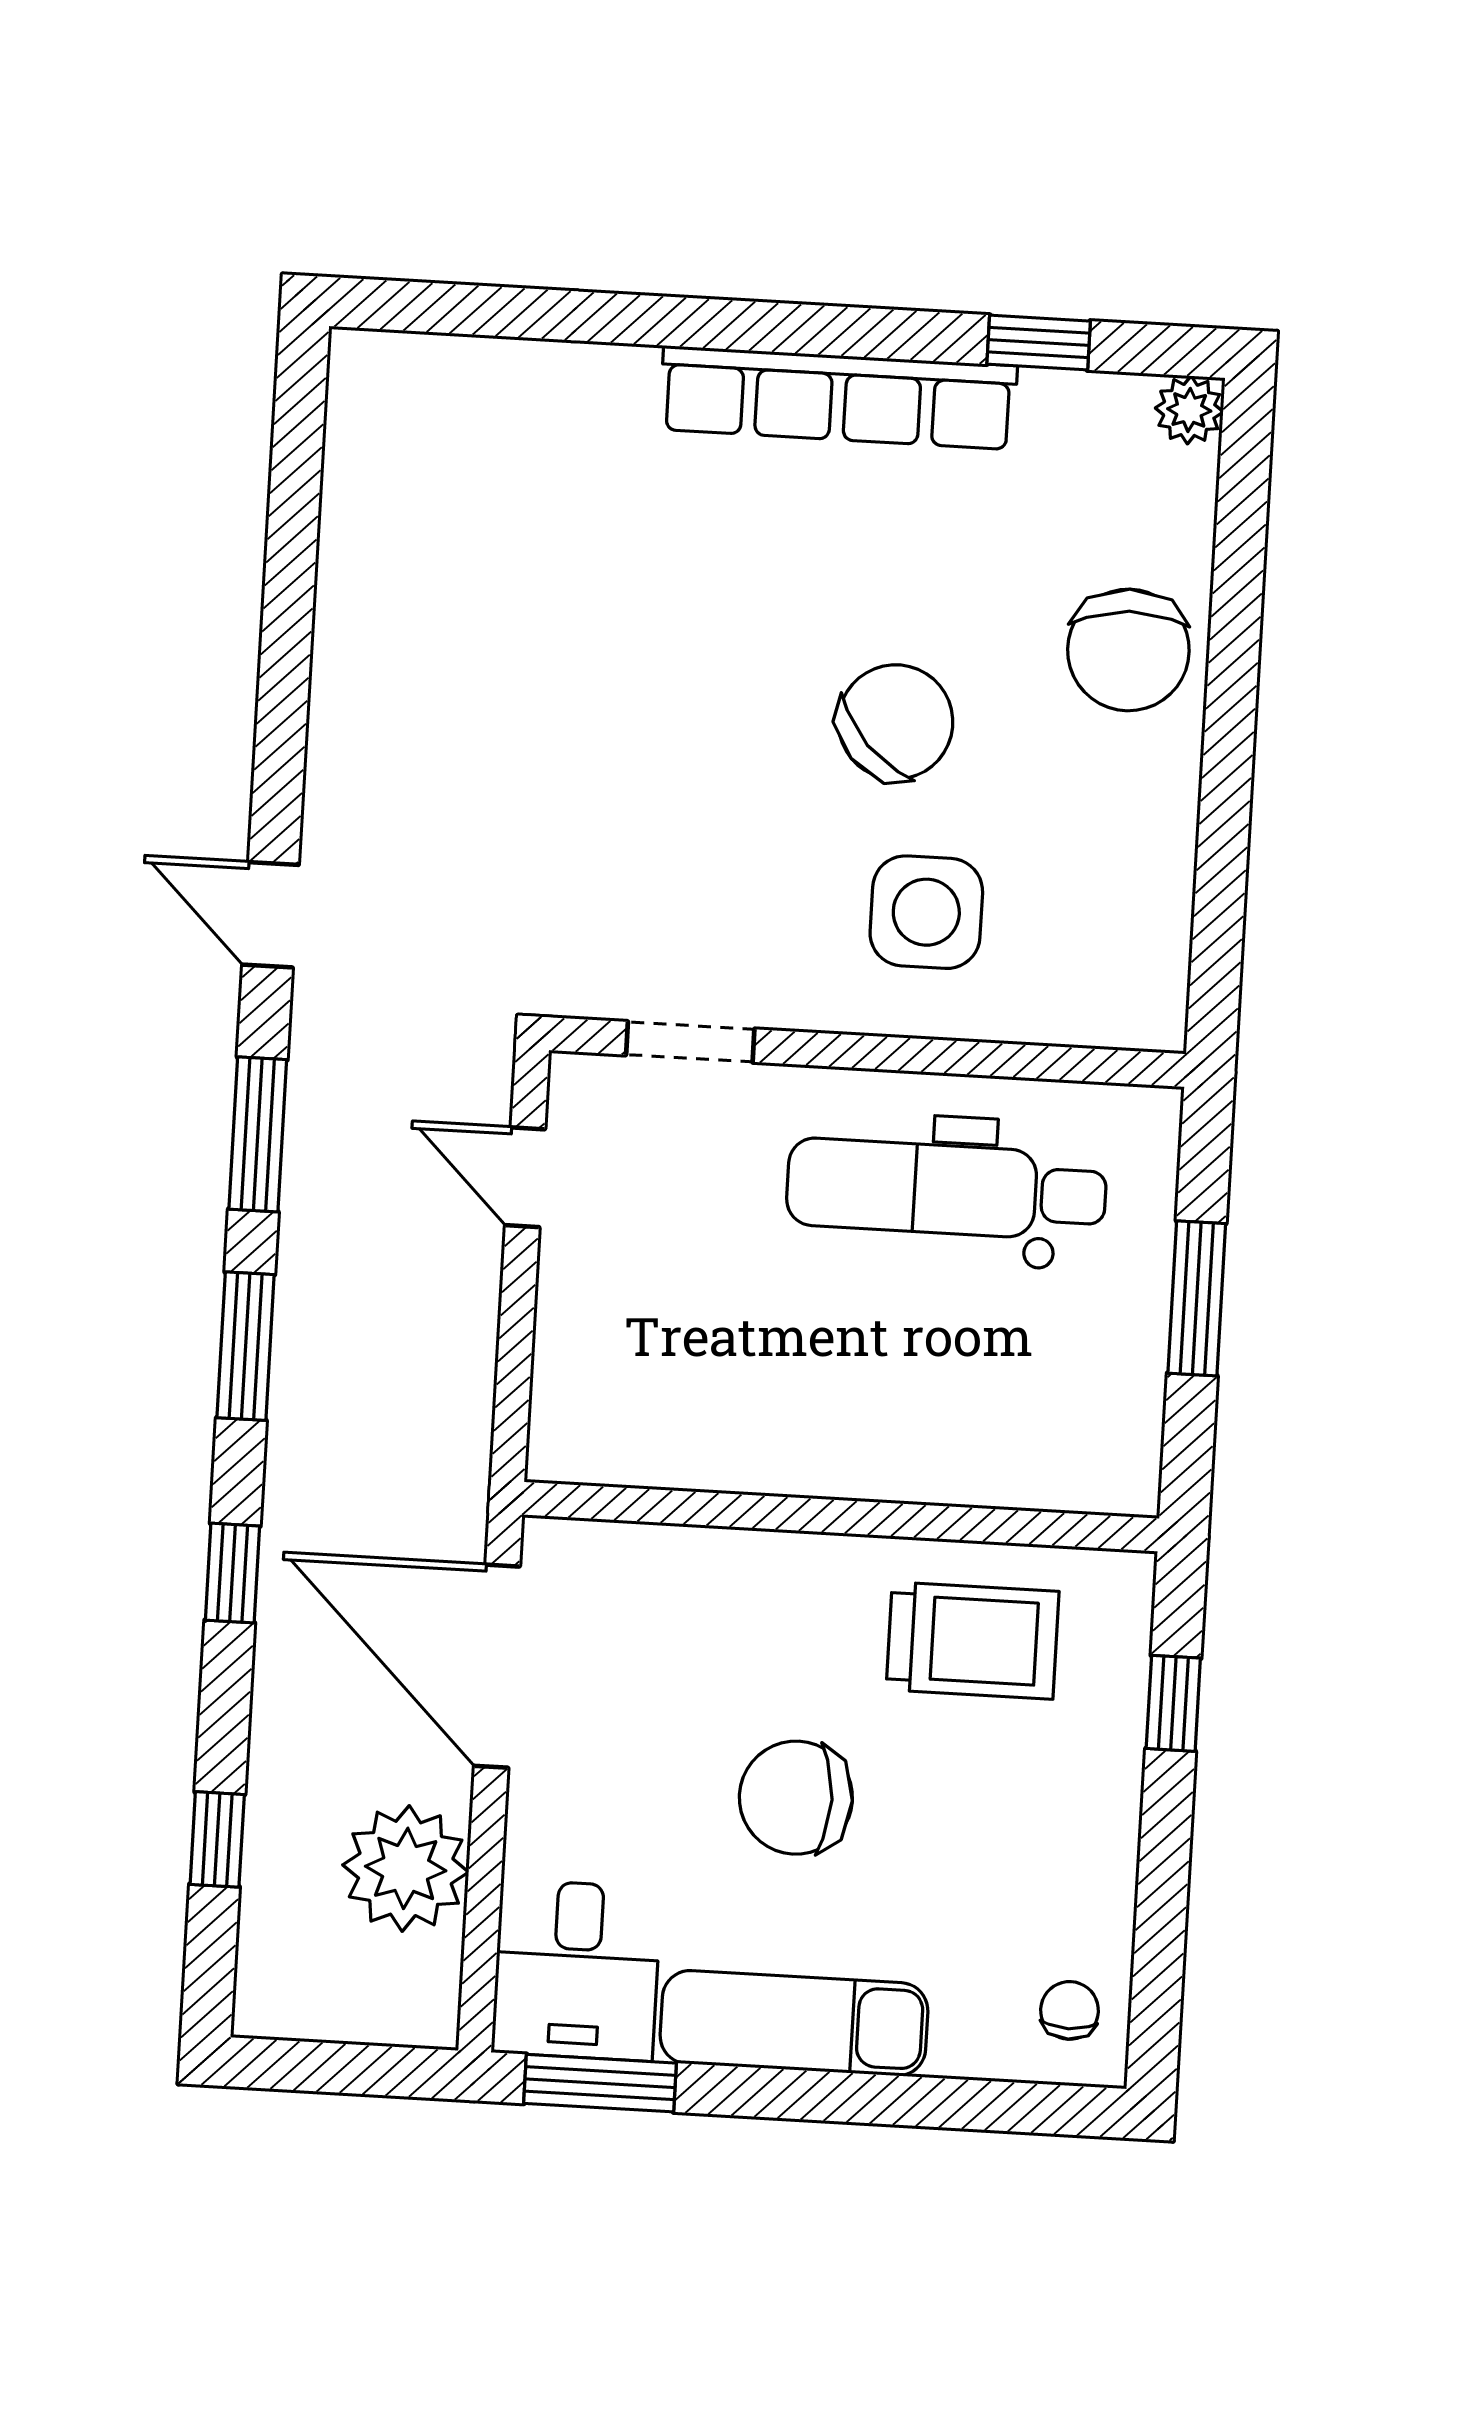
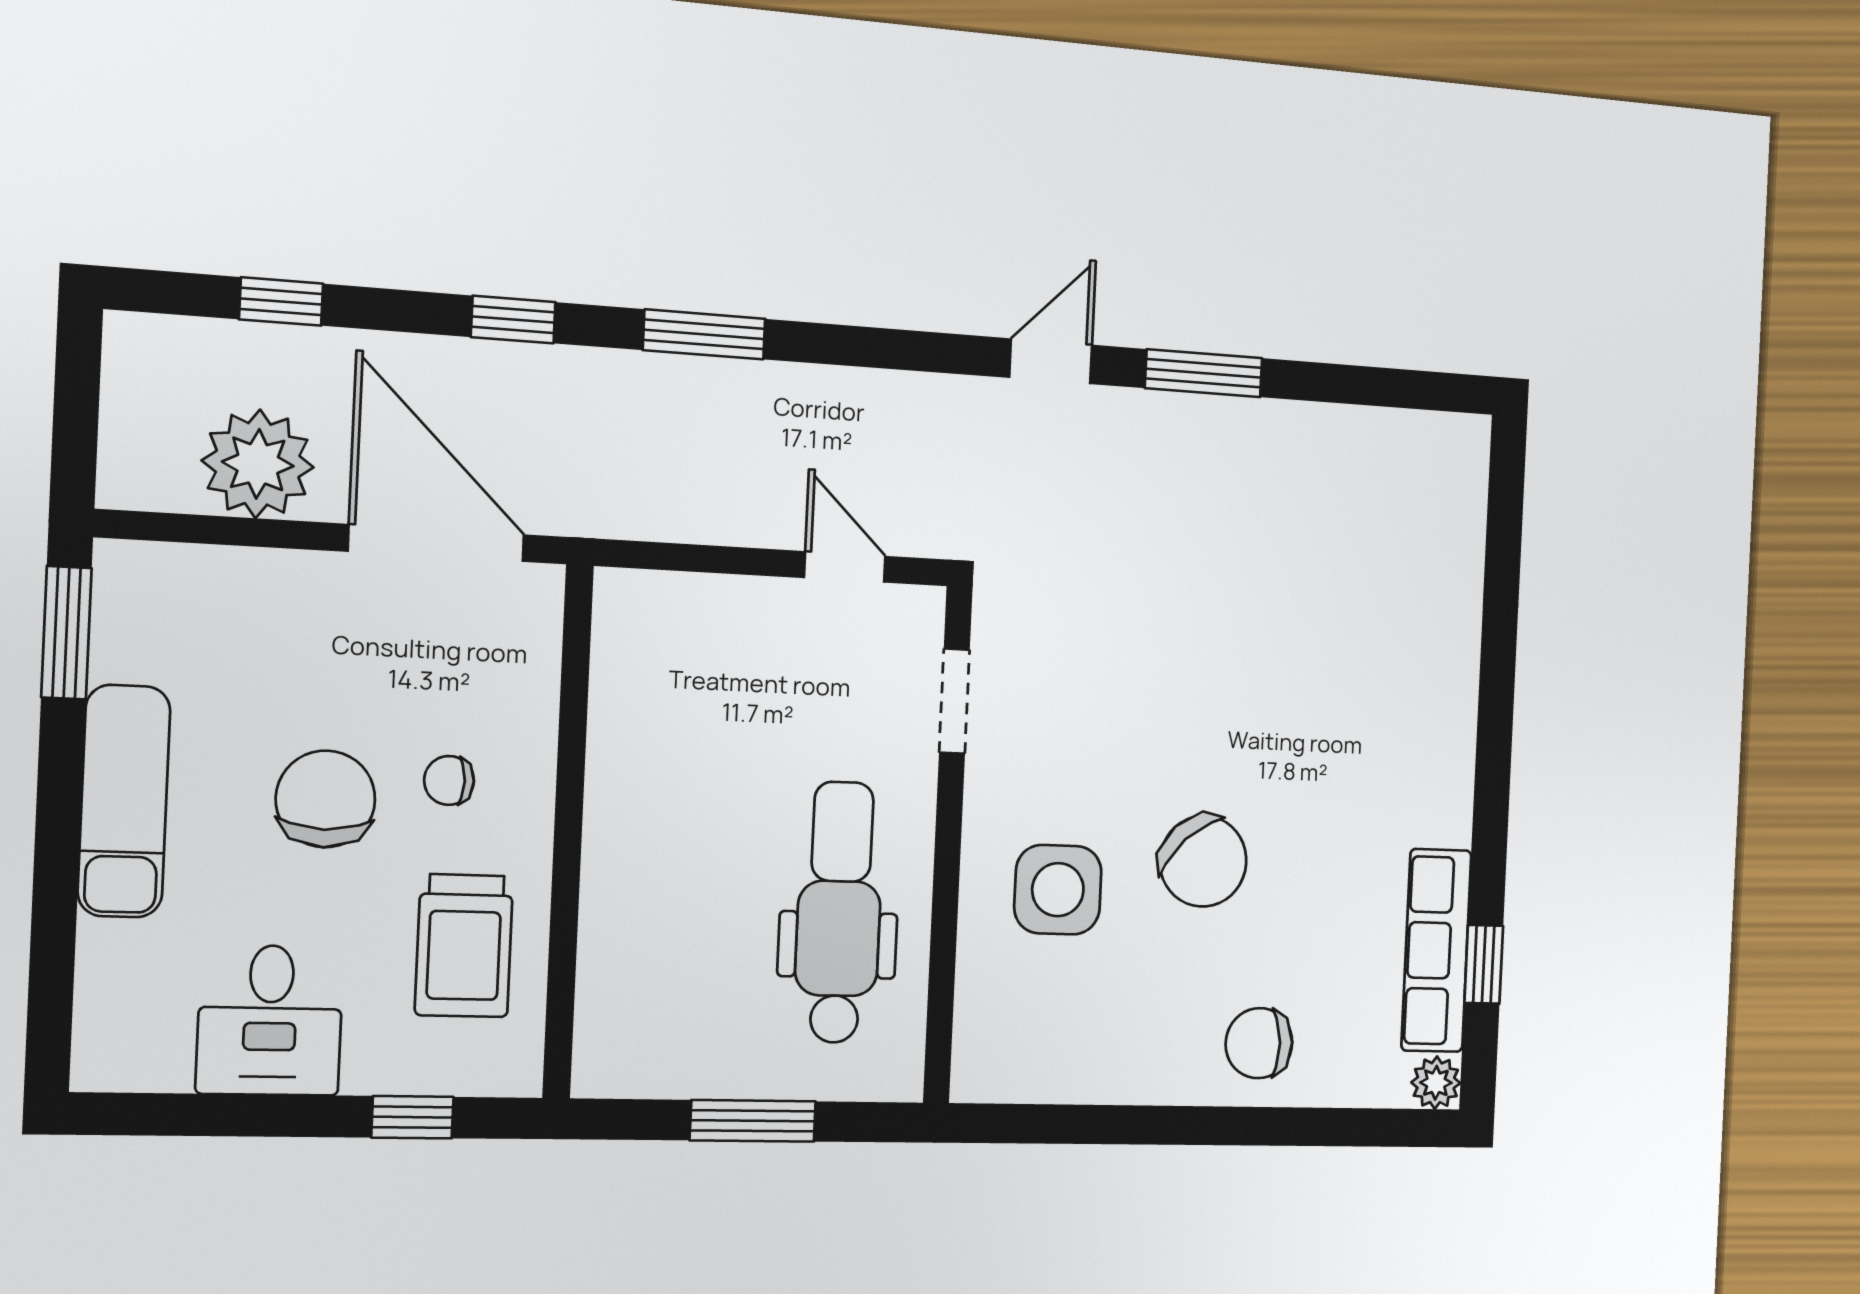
row of seats: (838, 398) -> (1436, 950), moved, width x0.73
chair: (1128, 650) -> (1259, 1043), width x0.73, depth x0.73
window: (258, 1134) -> (1204, 373), moved
door: (525, 1177) -> (845, 567), hinge flipped
door: (497, 1666) -> (436, 543), hinge flipped
desk: (577, 1970) -> (270, 1020), moved, turned -90
chair: (1069, 2010) -> (449, 780), moved, turned 180

